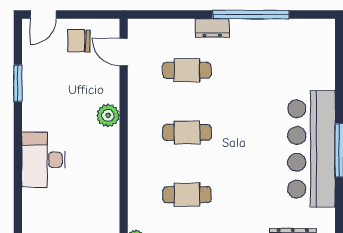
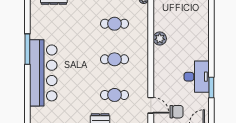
plant: (108, 115) -> (160, 39), moved
bar counter: (311, 149) -> (43, 73), moved
desk: (44, 160) -> (197, 77), moved

